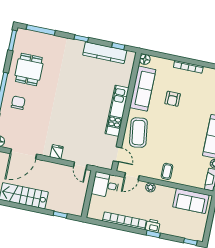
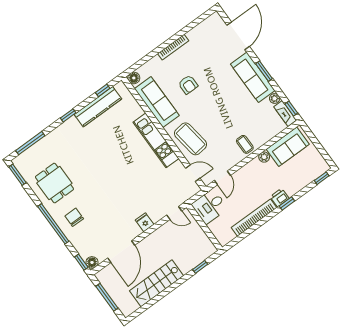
plant: (150, 187) -> (264, 157), moved

